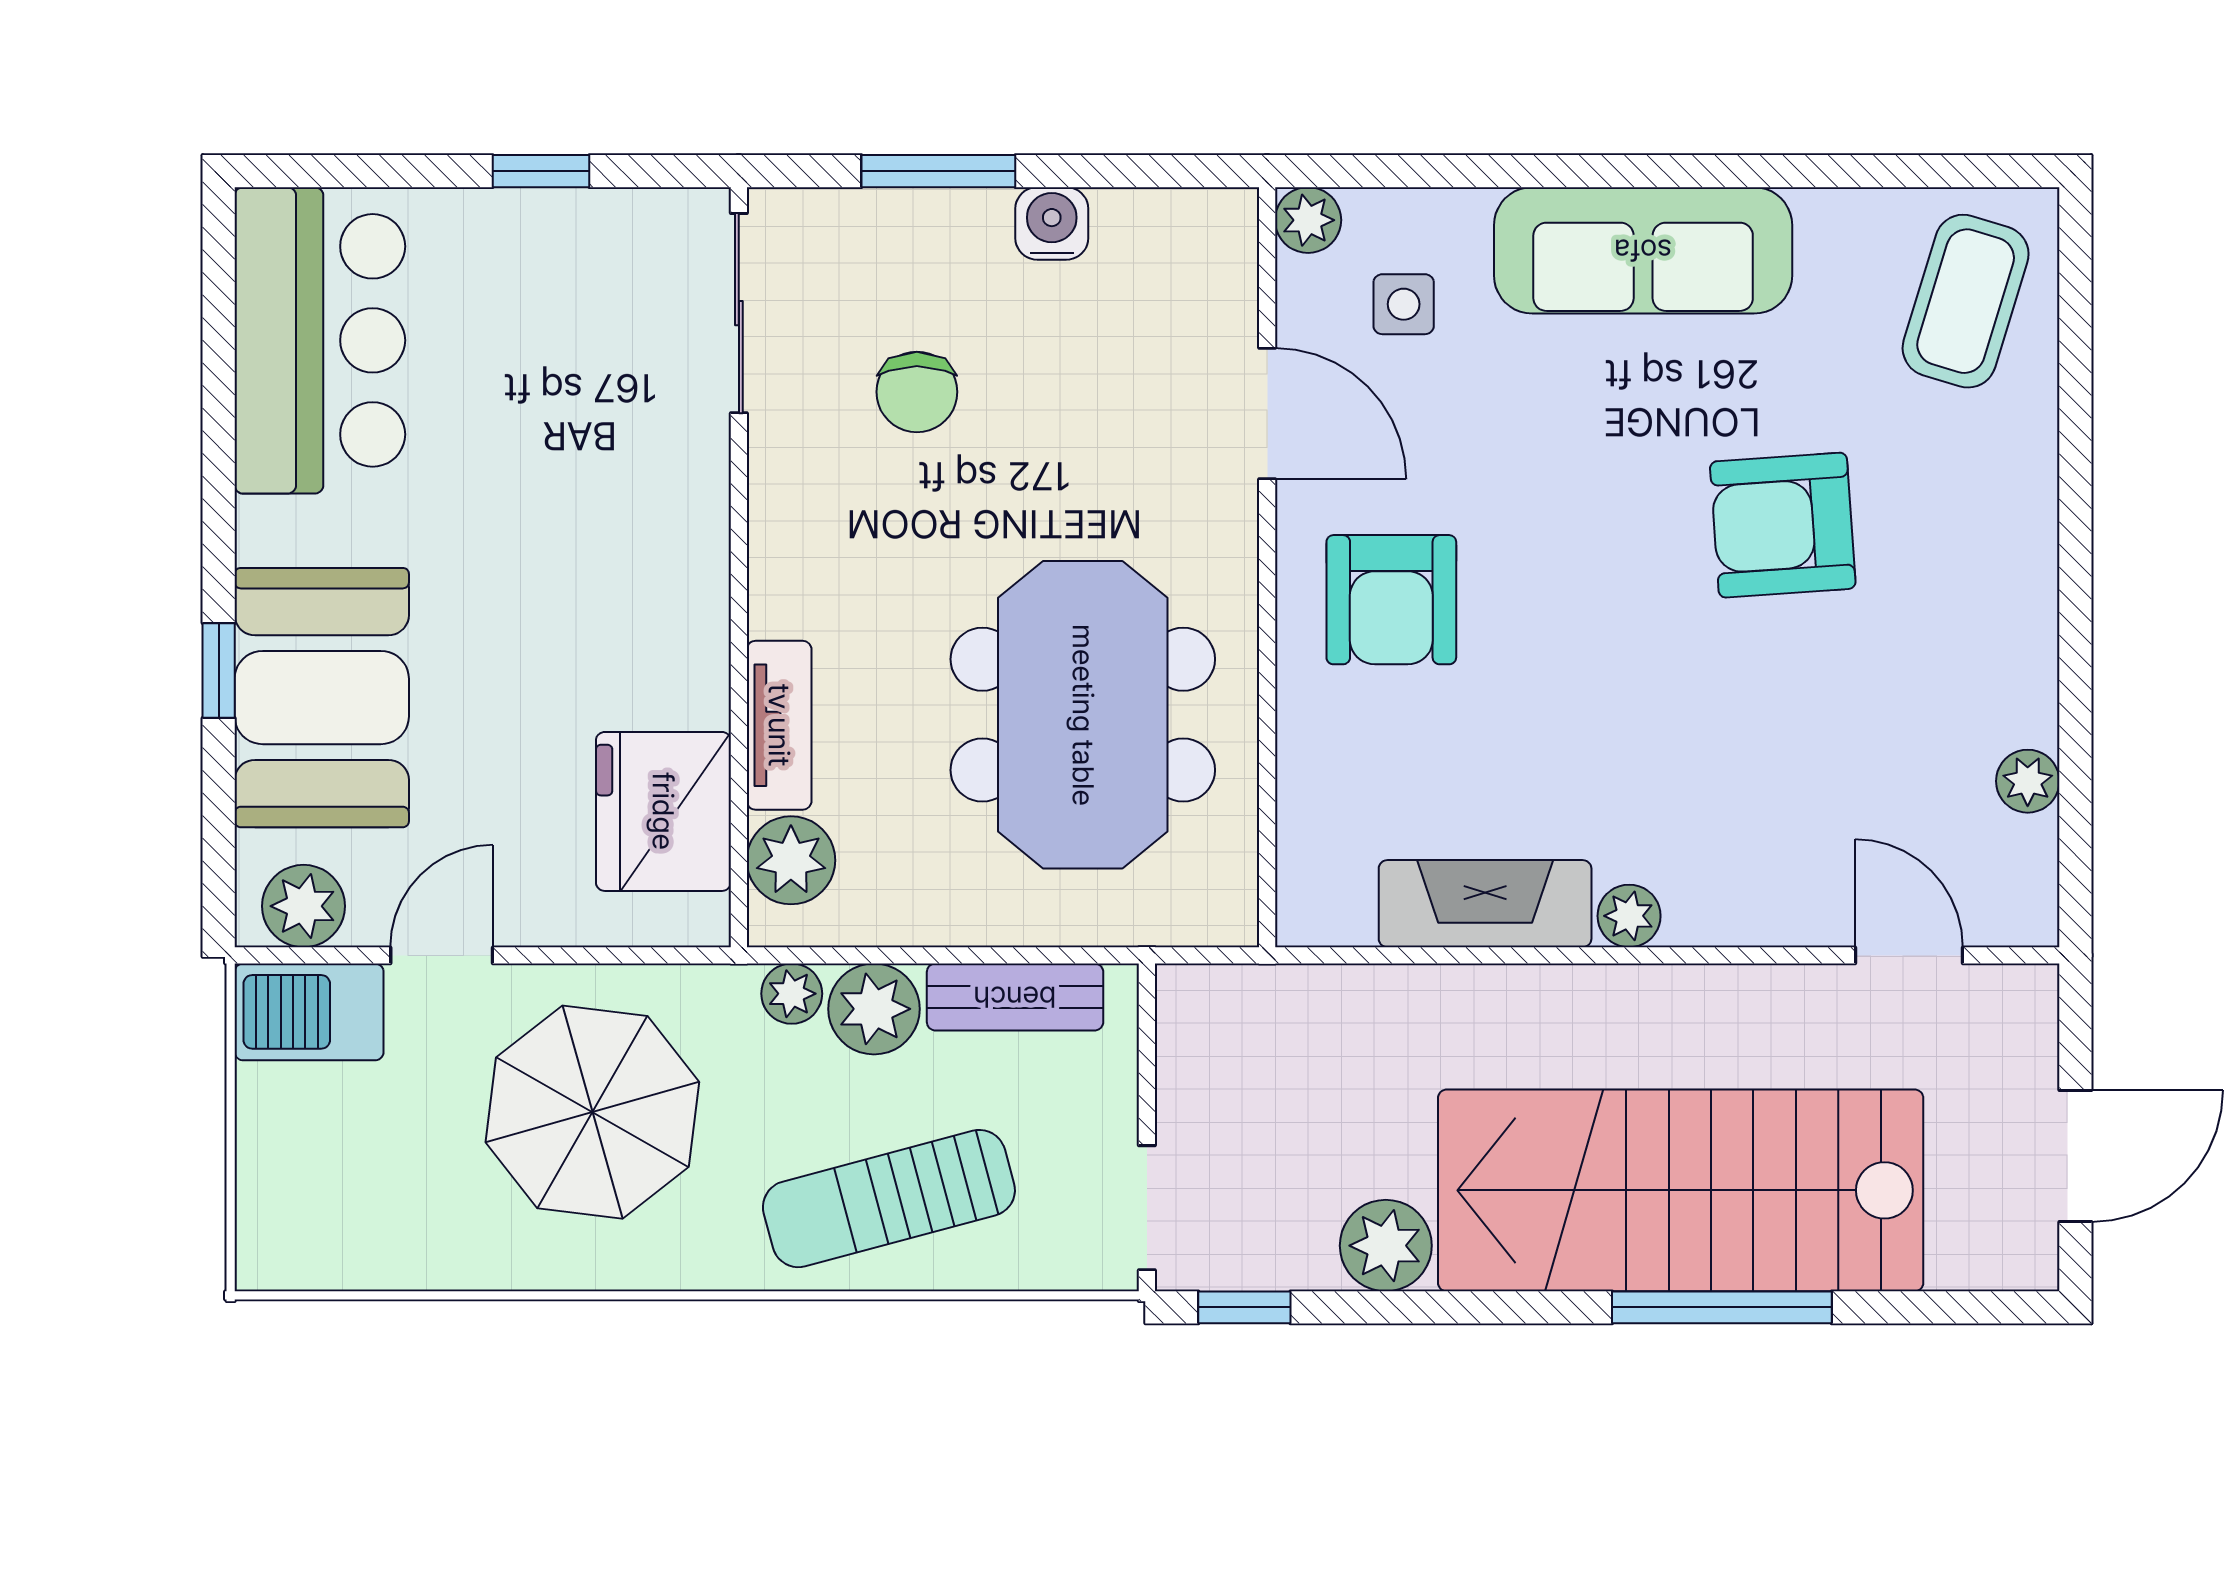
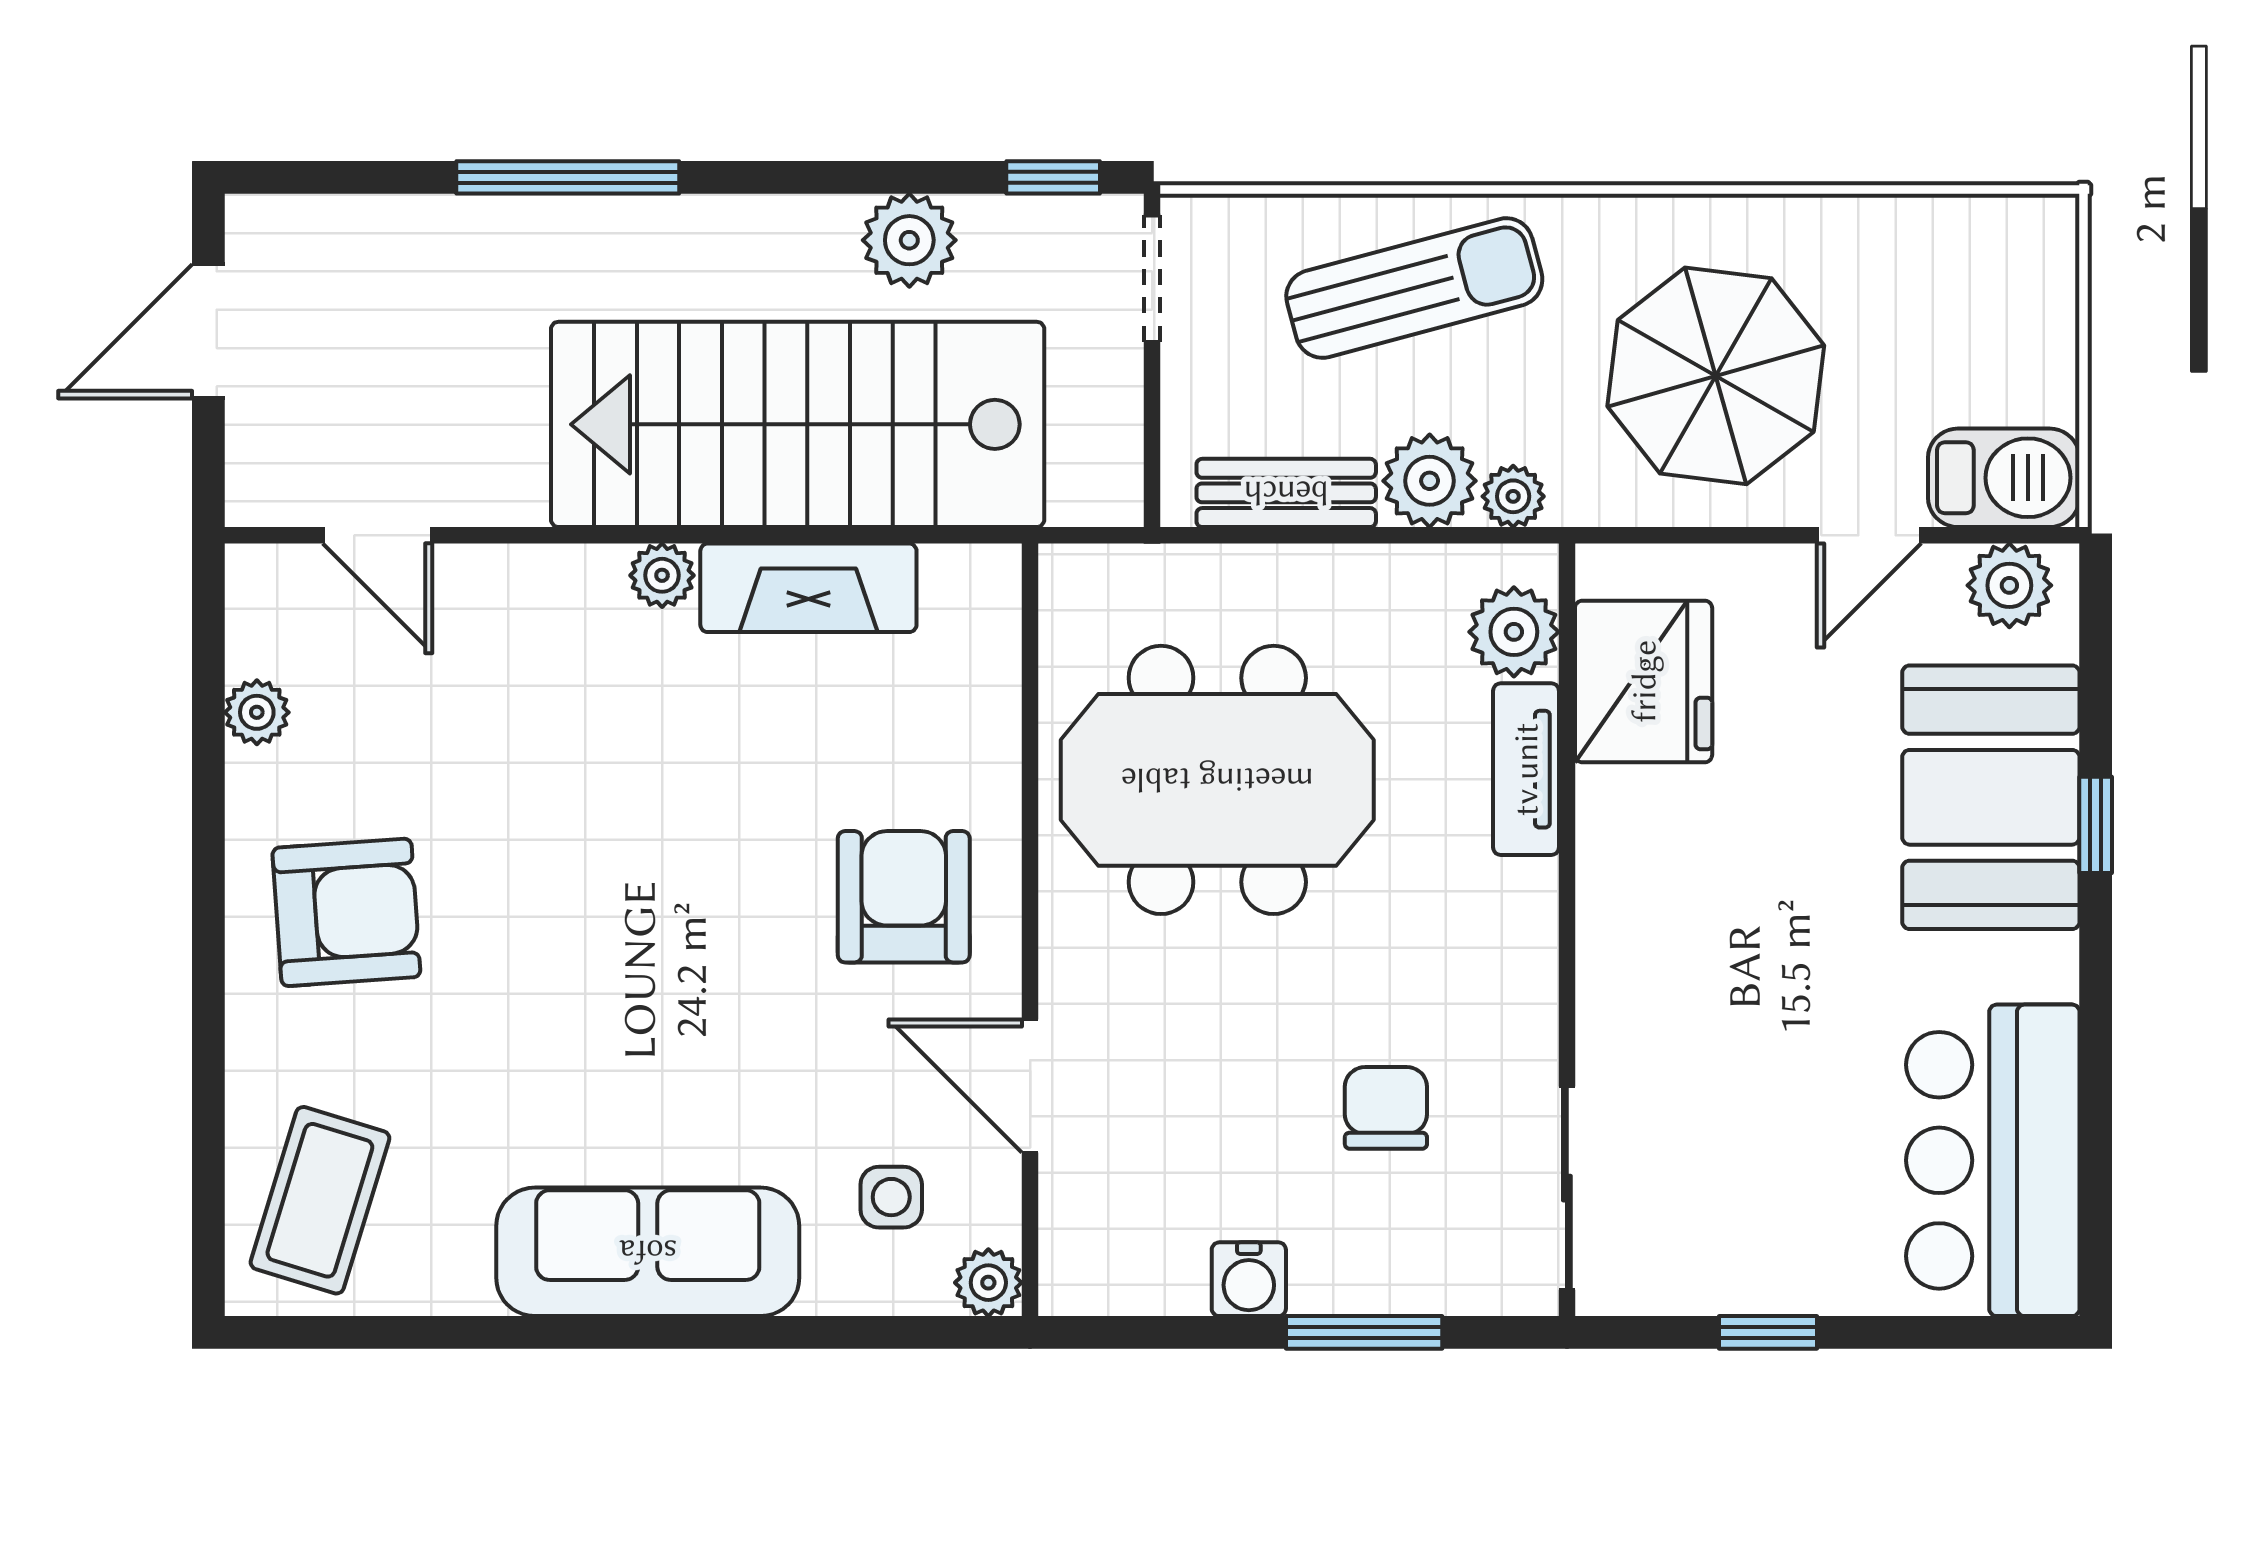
armchair: (1783, 525) -> (346, 912), moved
meeting table: (1083, 715) -> (1217, 780), turned 90
stairs: (1681, 1190) -> (798, 424), moved, turned 180

